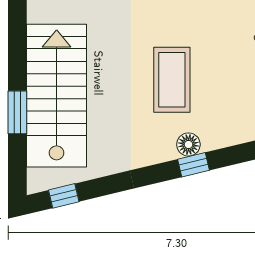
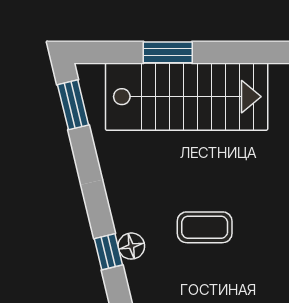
coffee table: (172, 80) -> (205, 227), width x0.73, depth x0.76
window: (64, 196) -> (73, 105), width x1.50

